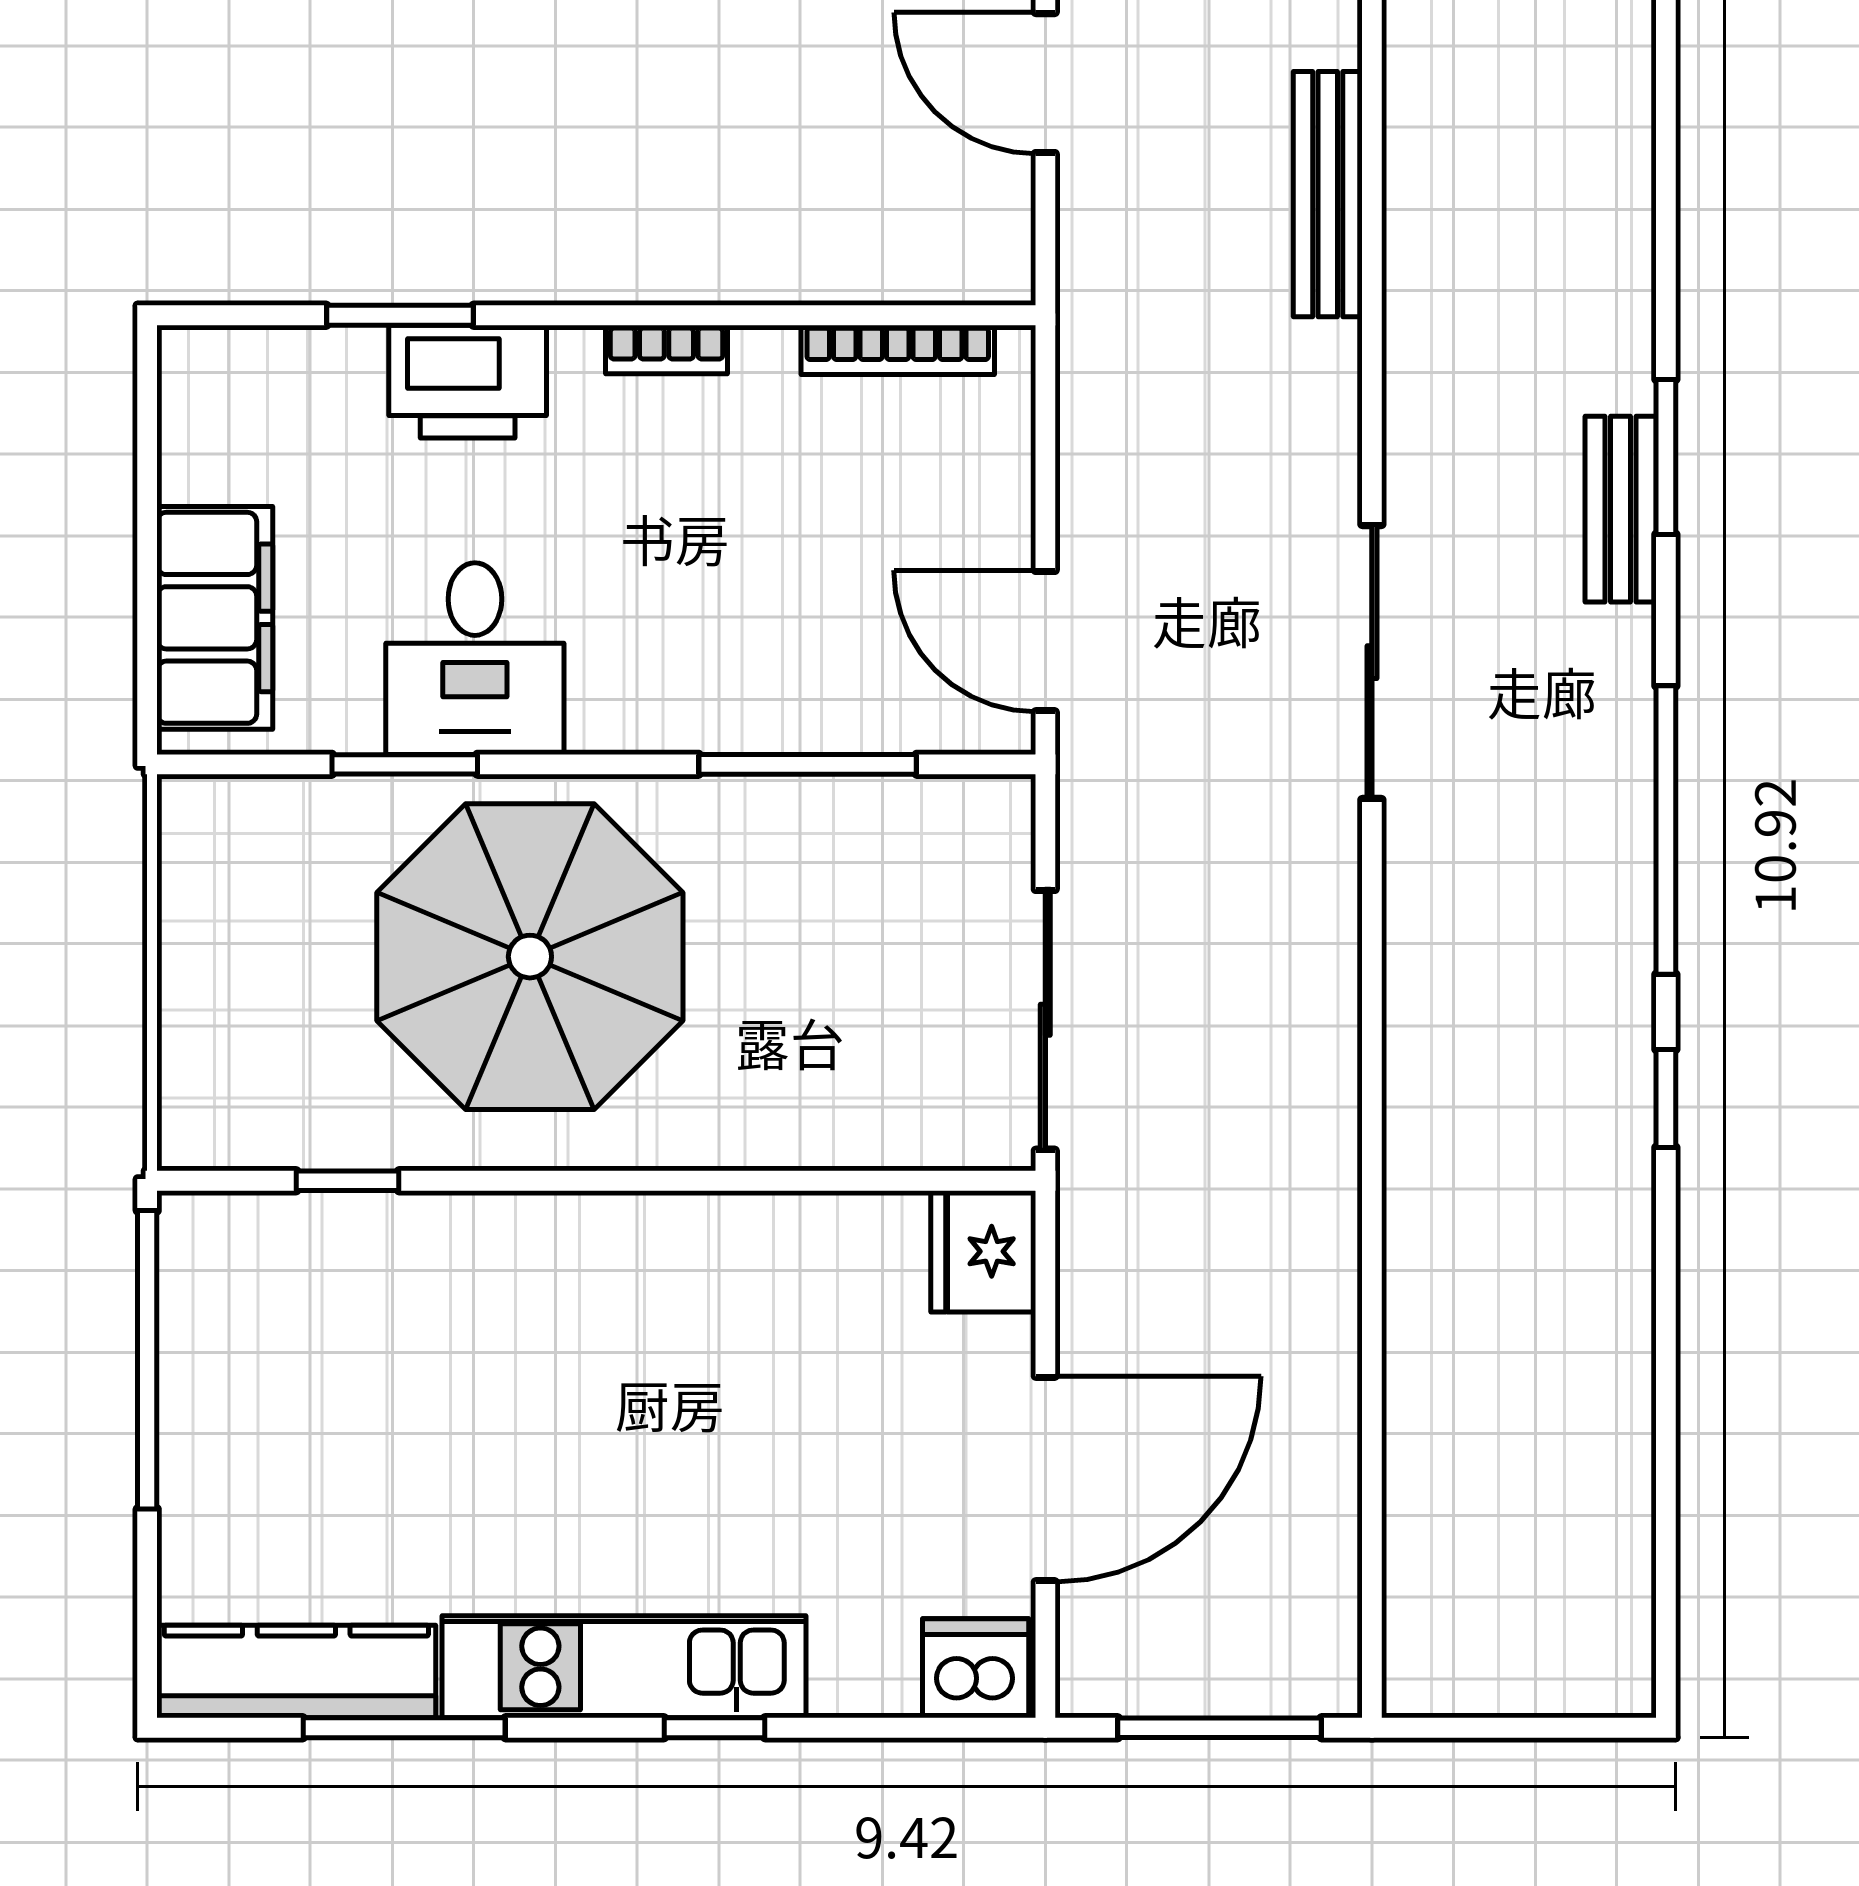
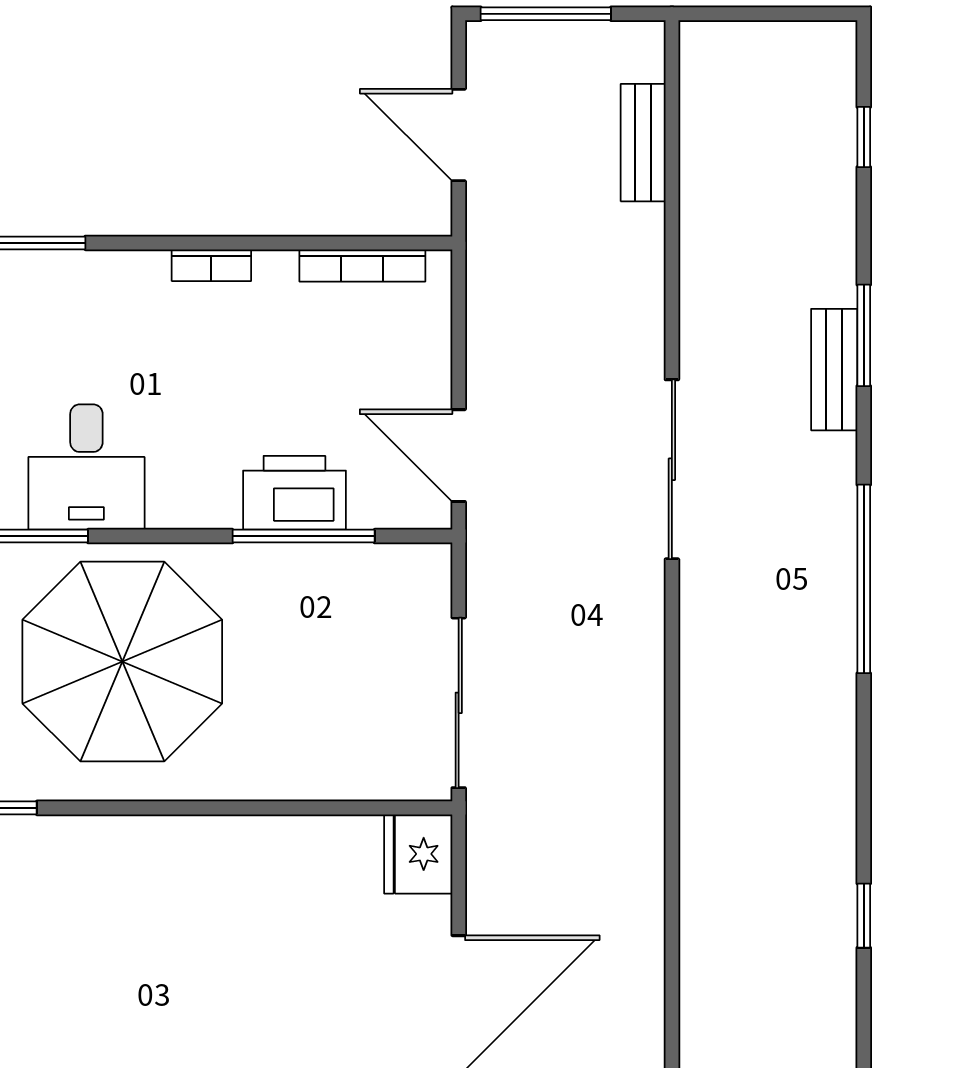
door: (1045, 83) -> (459, 135), moved
window: (1666, 153) -> (864, 137), added
bench: (1328, 194) -> (643, 143), width x0.73
printer: (468, 382) -> (294, 493), moved, turned 180
window: (1666, 1098) -> (864, 916), moved

